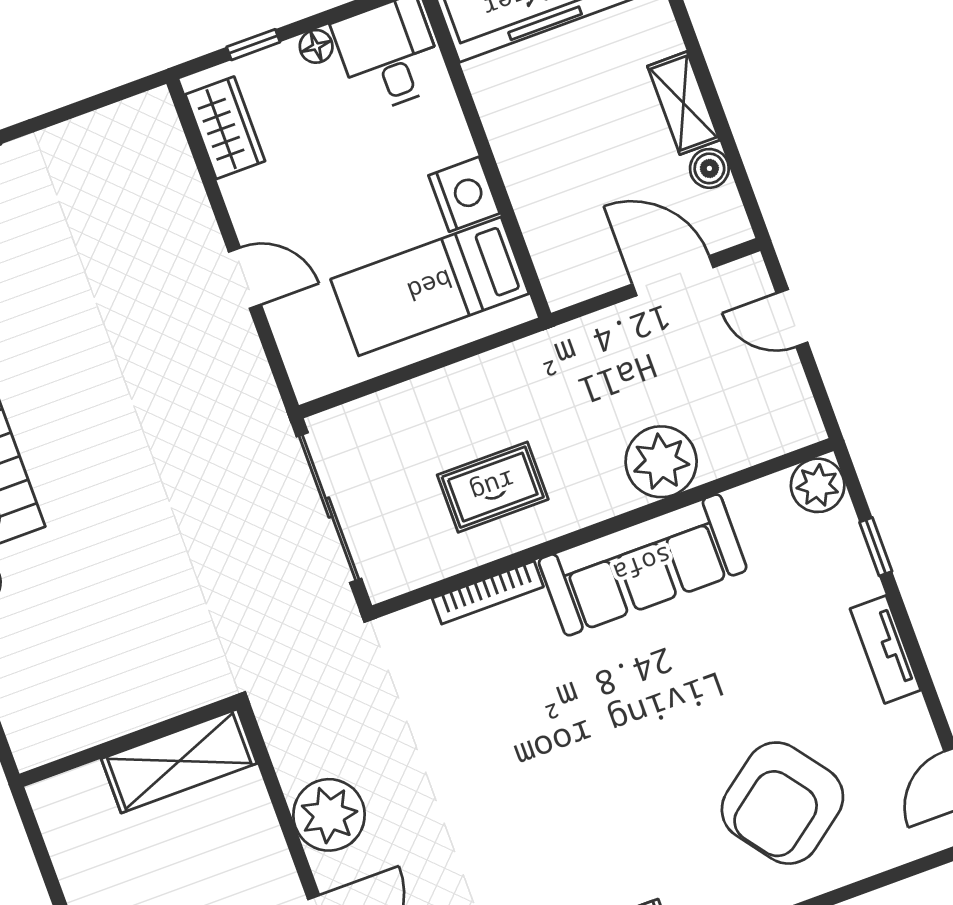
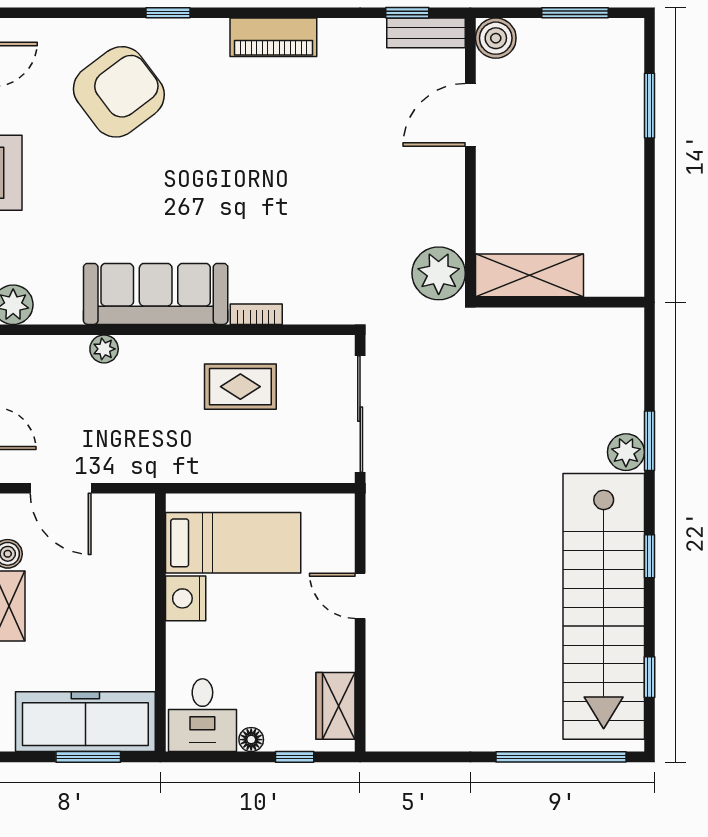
plant: (661, 462) -> (104, 349), width x0.53, depth x0.53
bookcase: (488, 592) -> (256, 314), width x0.64
plant: (329, 815) -> (439, 273), moved

